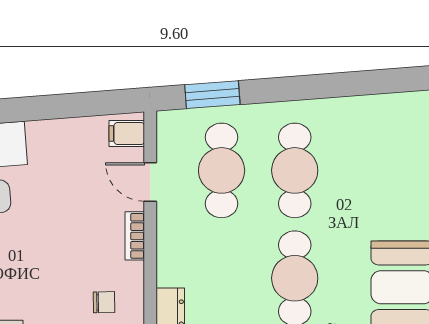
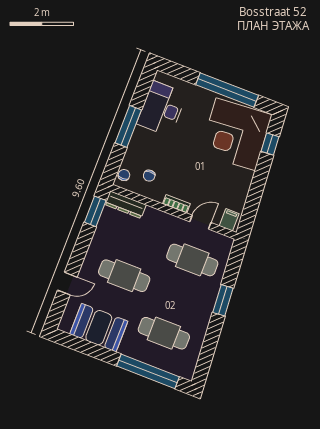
window: (212, 95) -> (223, 300), moved
cafe table: (295, 170) -> (164, 333), moved

